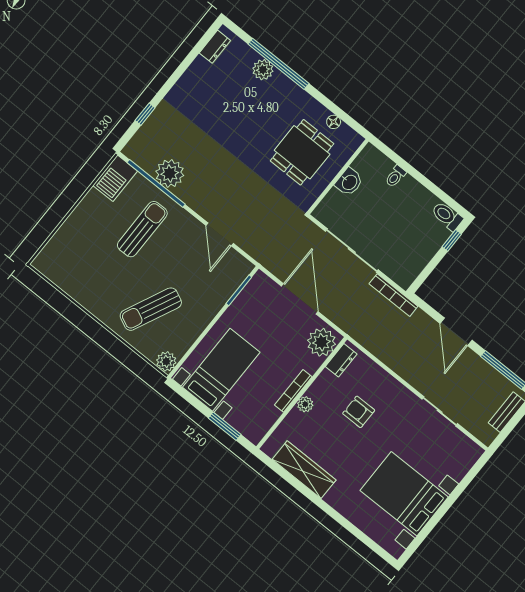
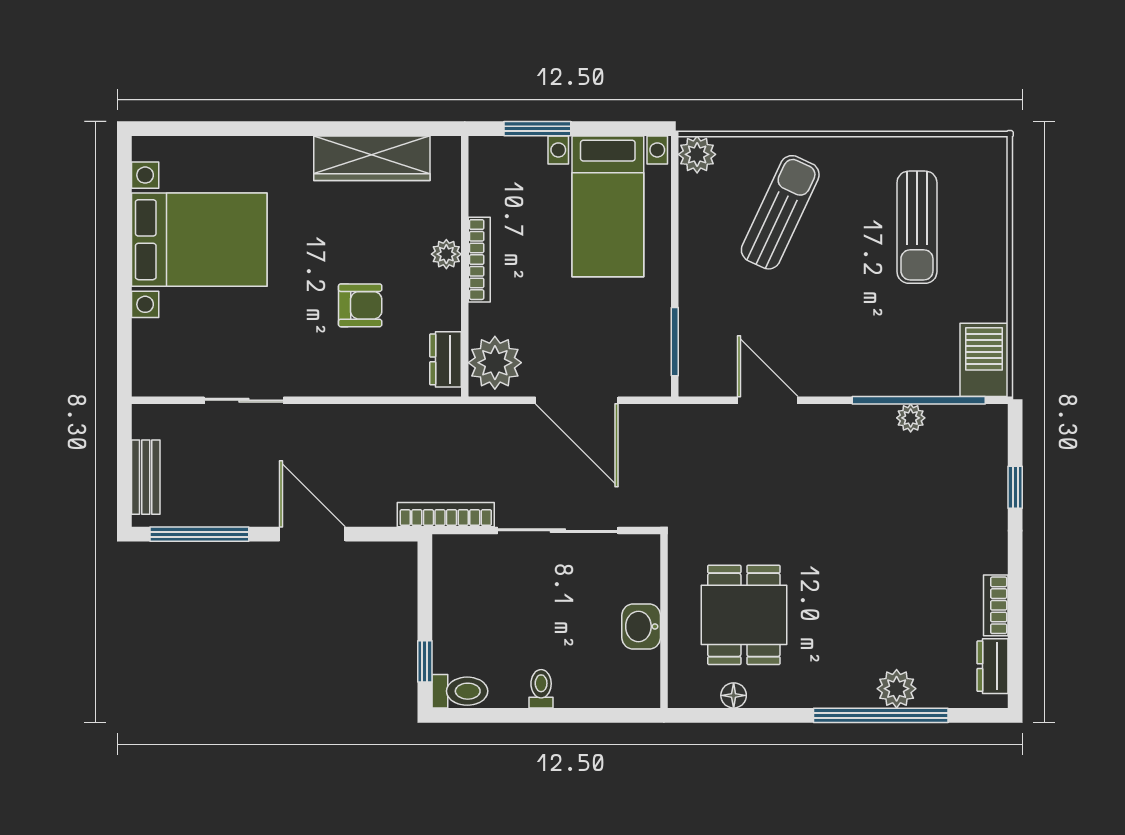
bookcase: (193, 71) -> (996, 605), added
plant: (170, 173) -> (911, 418), width x0.53, depth x0.53
toilet: (395, 176) -> (541, 689), moved
sun lounger: (142, 229) -> (917, 227), moved

